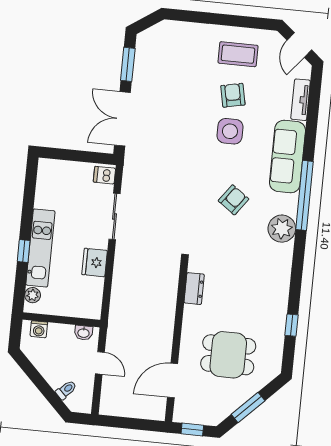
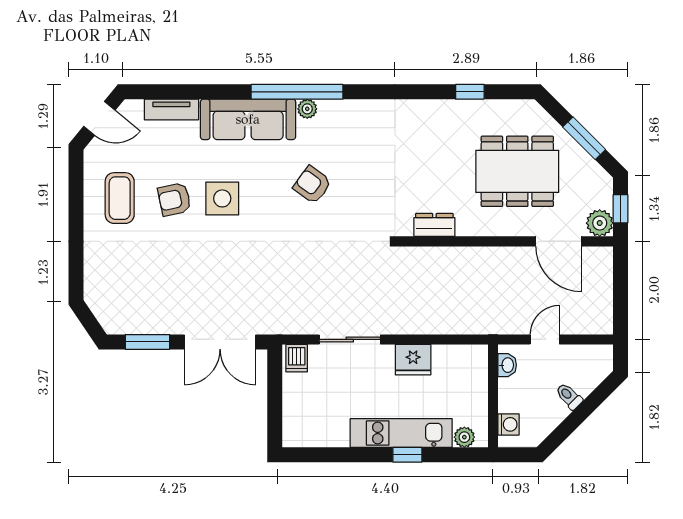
plant: (282, 229) -> (307, 109), moved, width x0.53, depth x0.53
dining table: (228, 355) -> (517, 171), width x1.38
toilet: (66, 390) -> (569, 396), moved
plant: (183, 413) -> (600, 223), added

